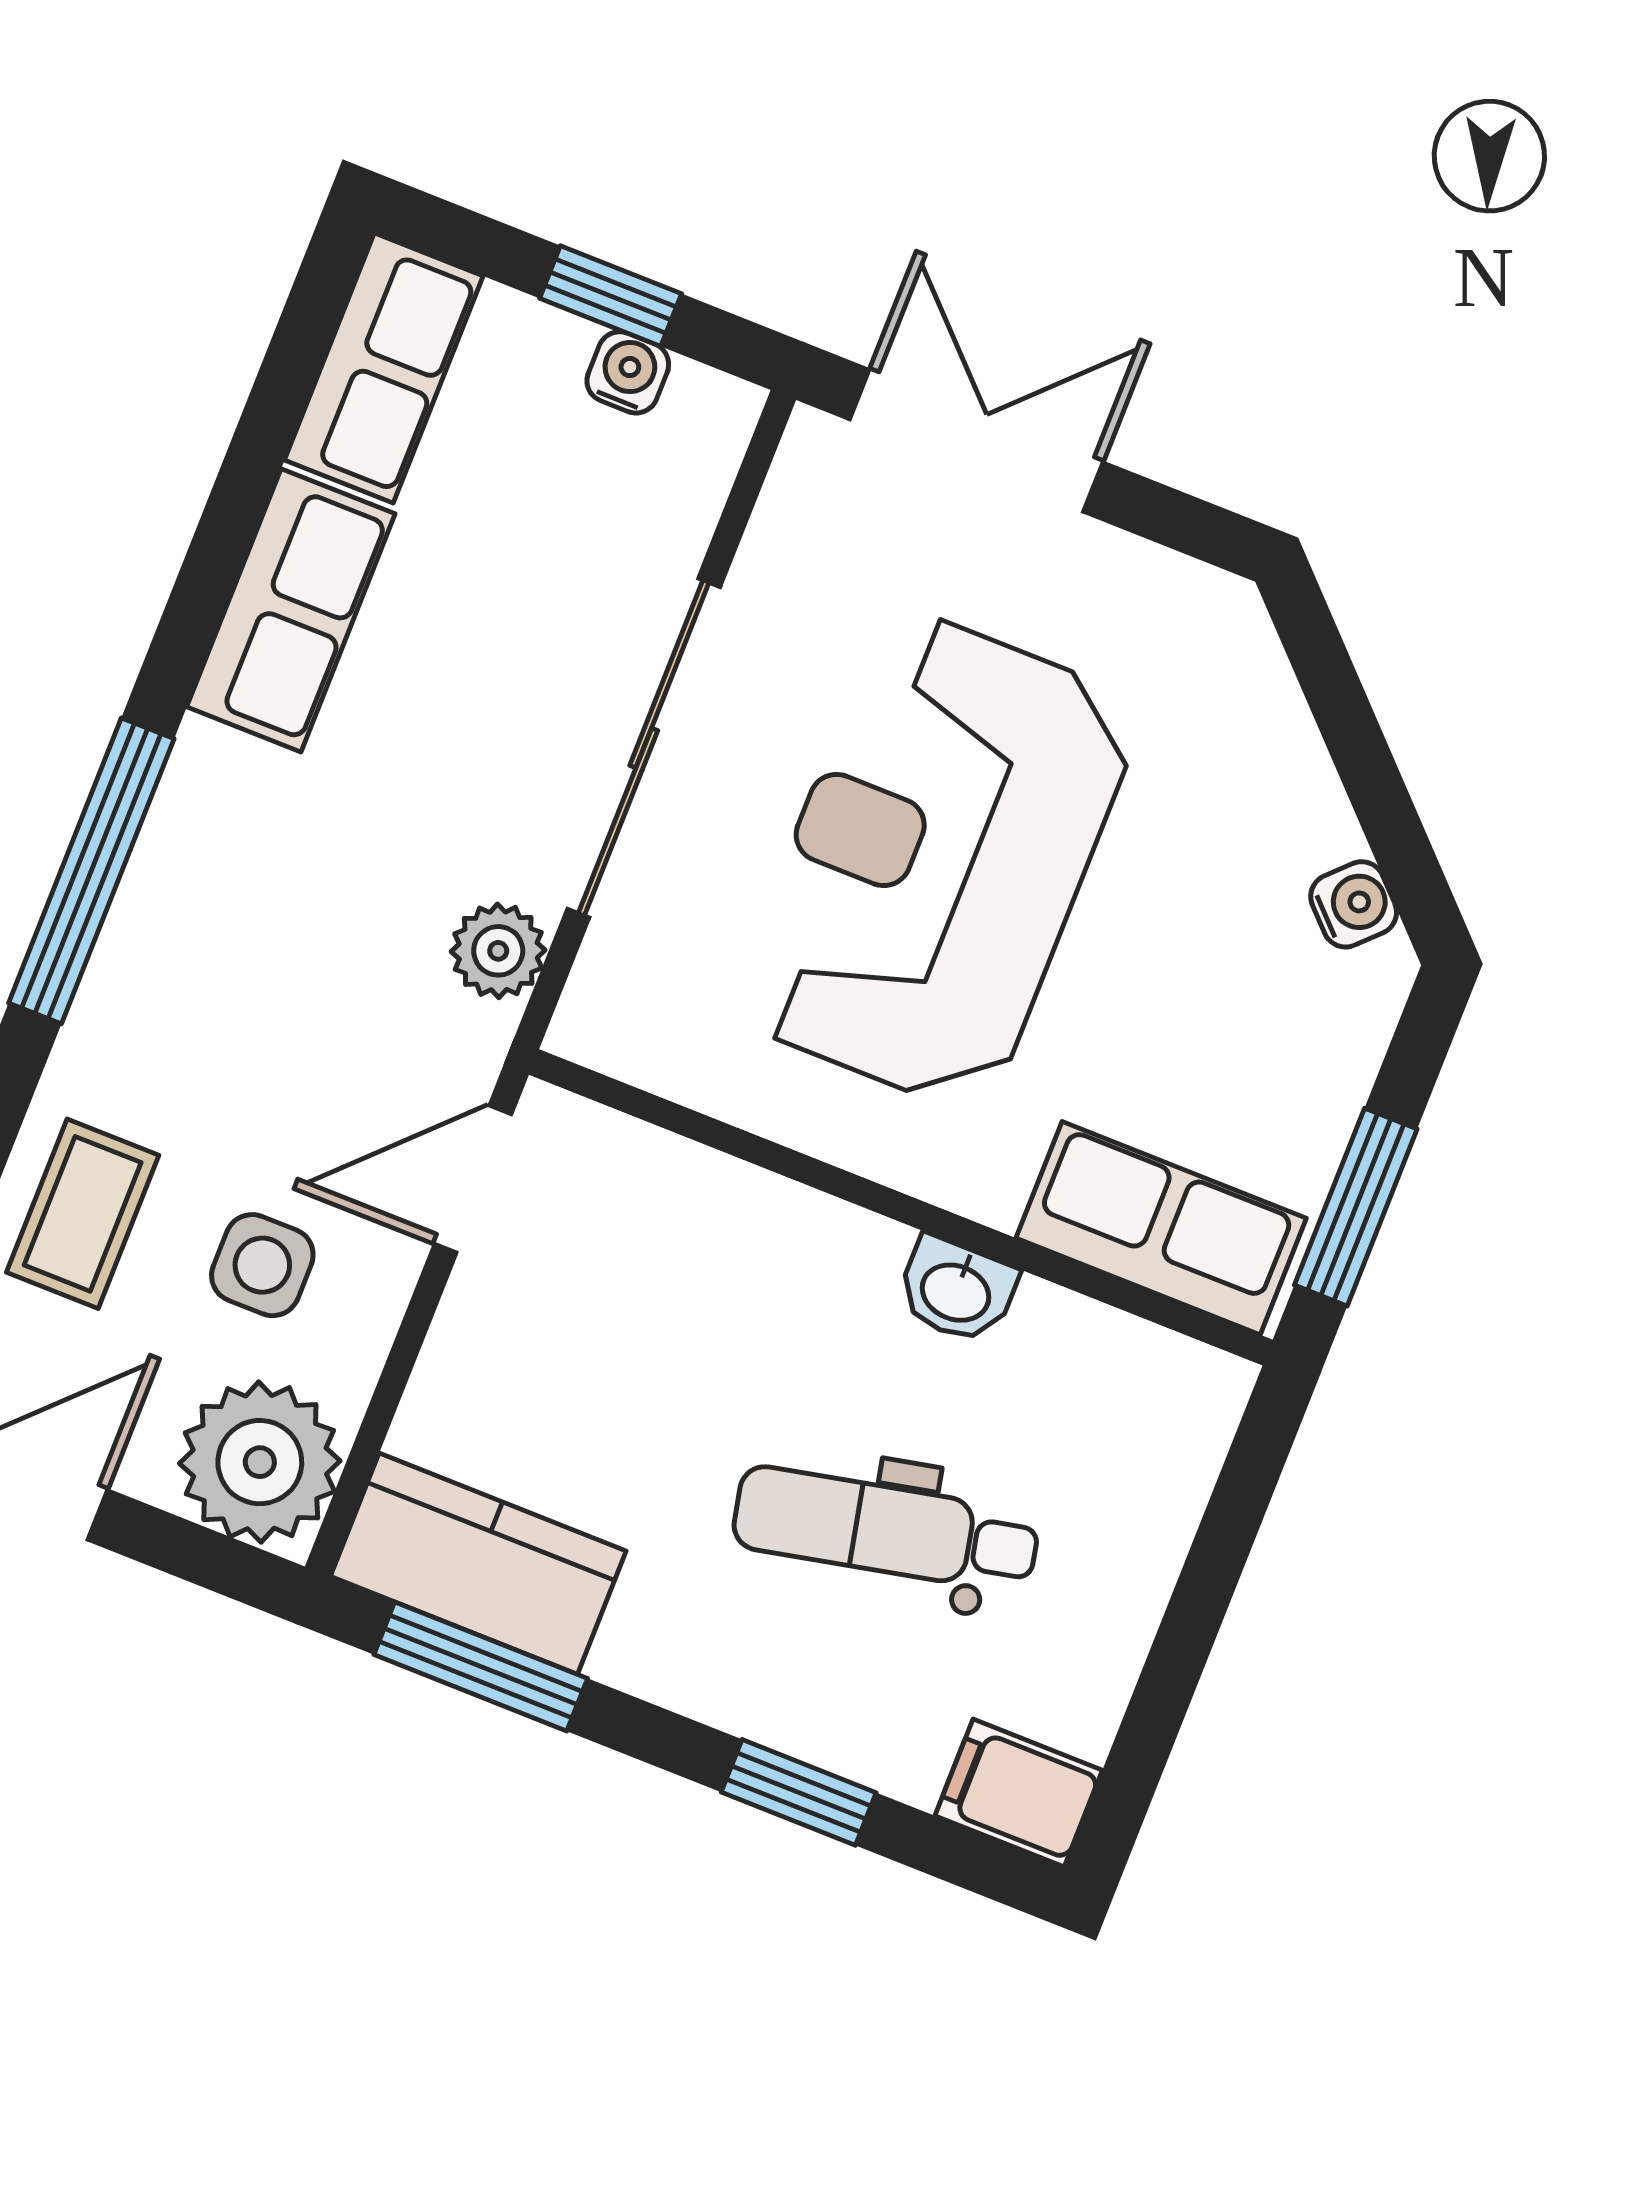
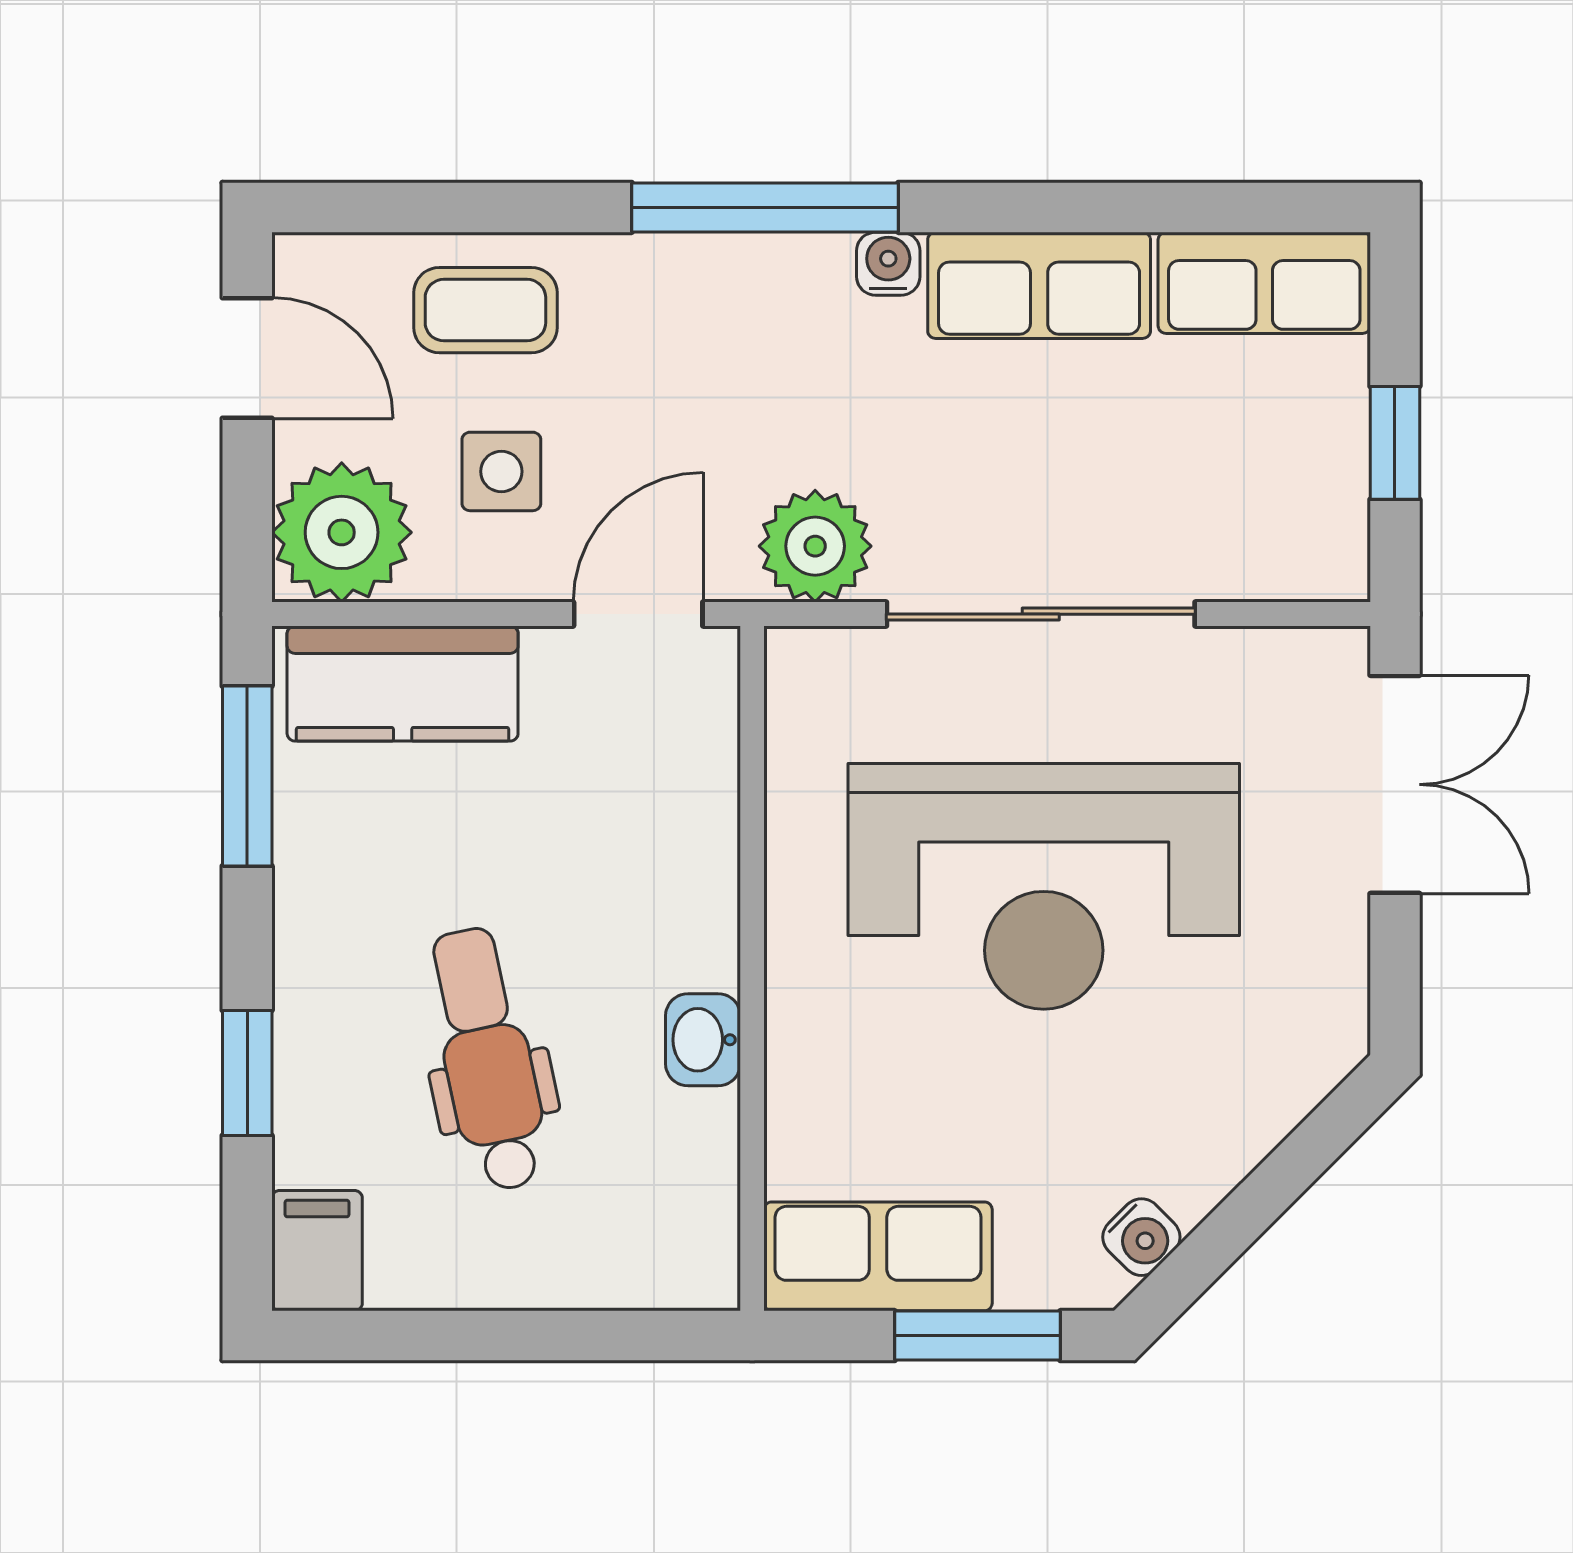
water cooler: (628, 372) -> (888, 264), moved, turned -90
reception desk: (937, 860) -> (1044, 886), turned 180
plant: (498, 951) -> (815, 546), width x1.38, depth x1.38
door: (473, 1179) -> (638, 614), hinge flipped
window: (1356, 1207) -> (978, 1336), moved
row of seats: (1161, 1228) -> (878, 1256), moved, turned -90
kitchen counter: (478, 1564) -> (403, 683), moved, turned 90

